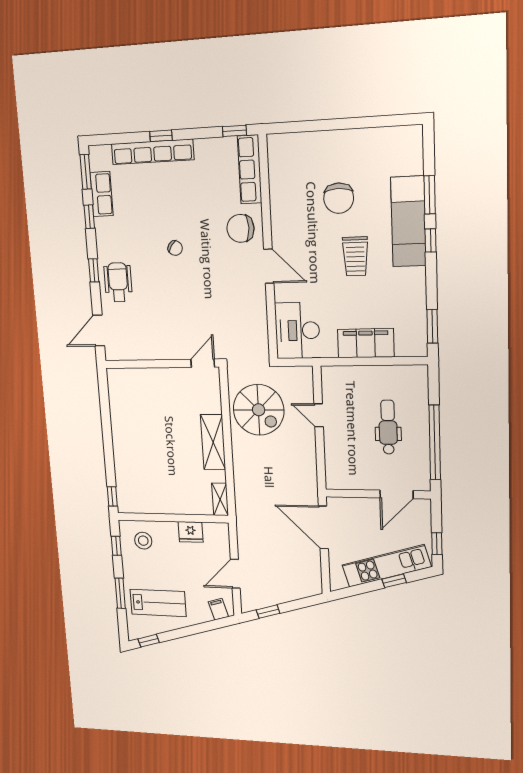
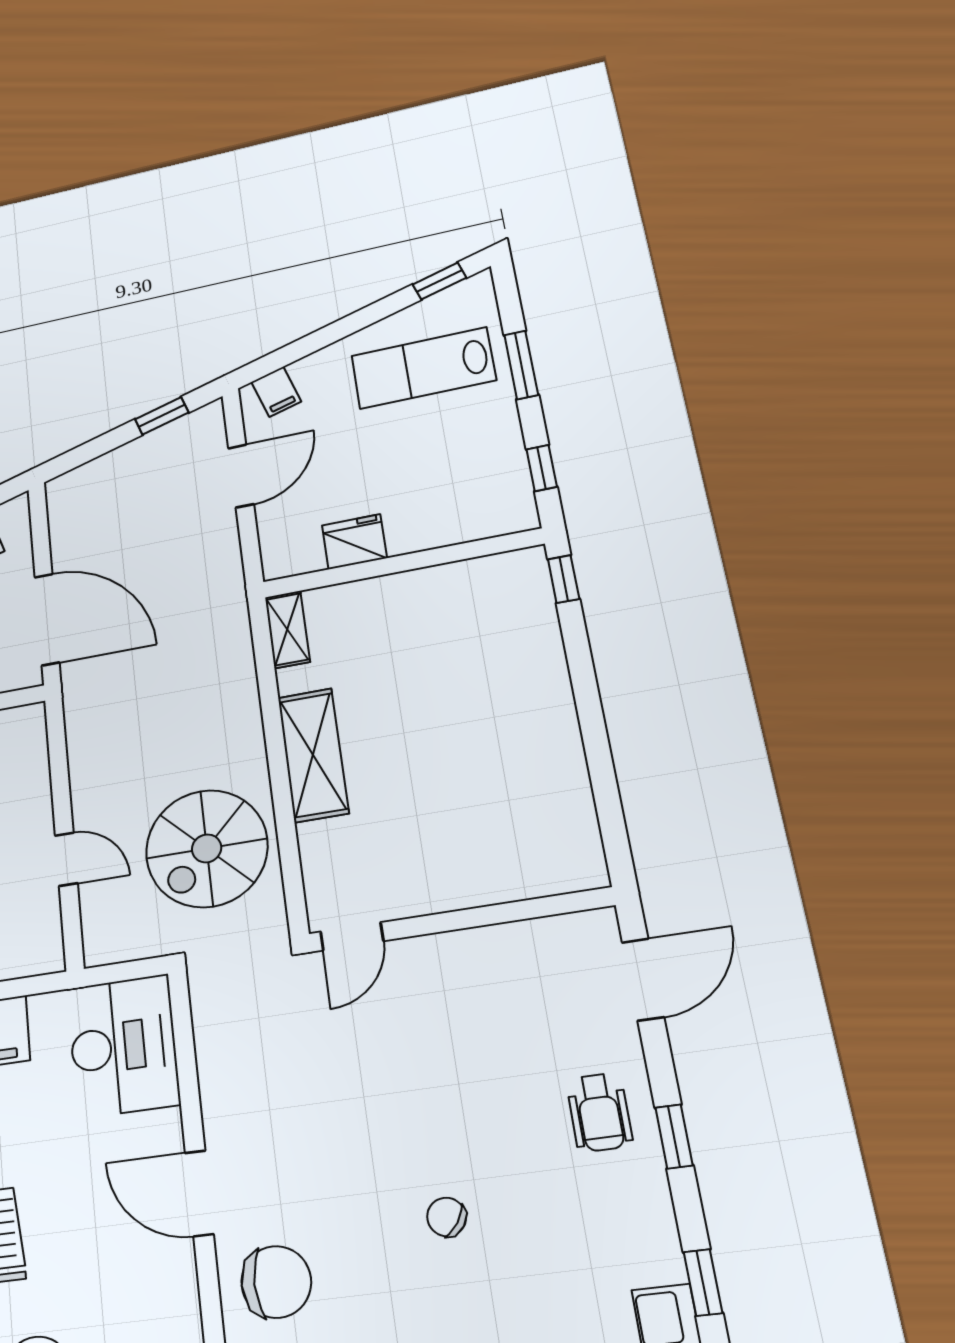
wheelchair: (118, 282) -> (599, 1112), width x0.73, depth x0.73
spiral stairs: (259, 410) -> (207, 848), turned -90
stool: (143, 541) -> (472, 496), removed

